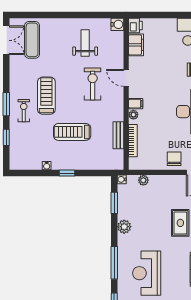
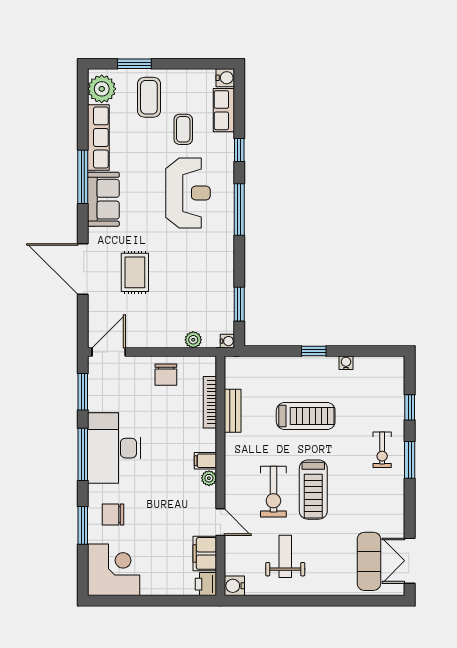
weight bench: (85, 43) -> (285, 556), turned 180
door: (126, 78) -> (220, 522), moved
treadmill: (46, 96) -> (313, 490), moved
plant: (133, 115) -> (209, 478), moved
chair: (174, 159) -> (166, 375), moved
plant: (124, 227) -> (223, 266), removed

